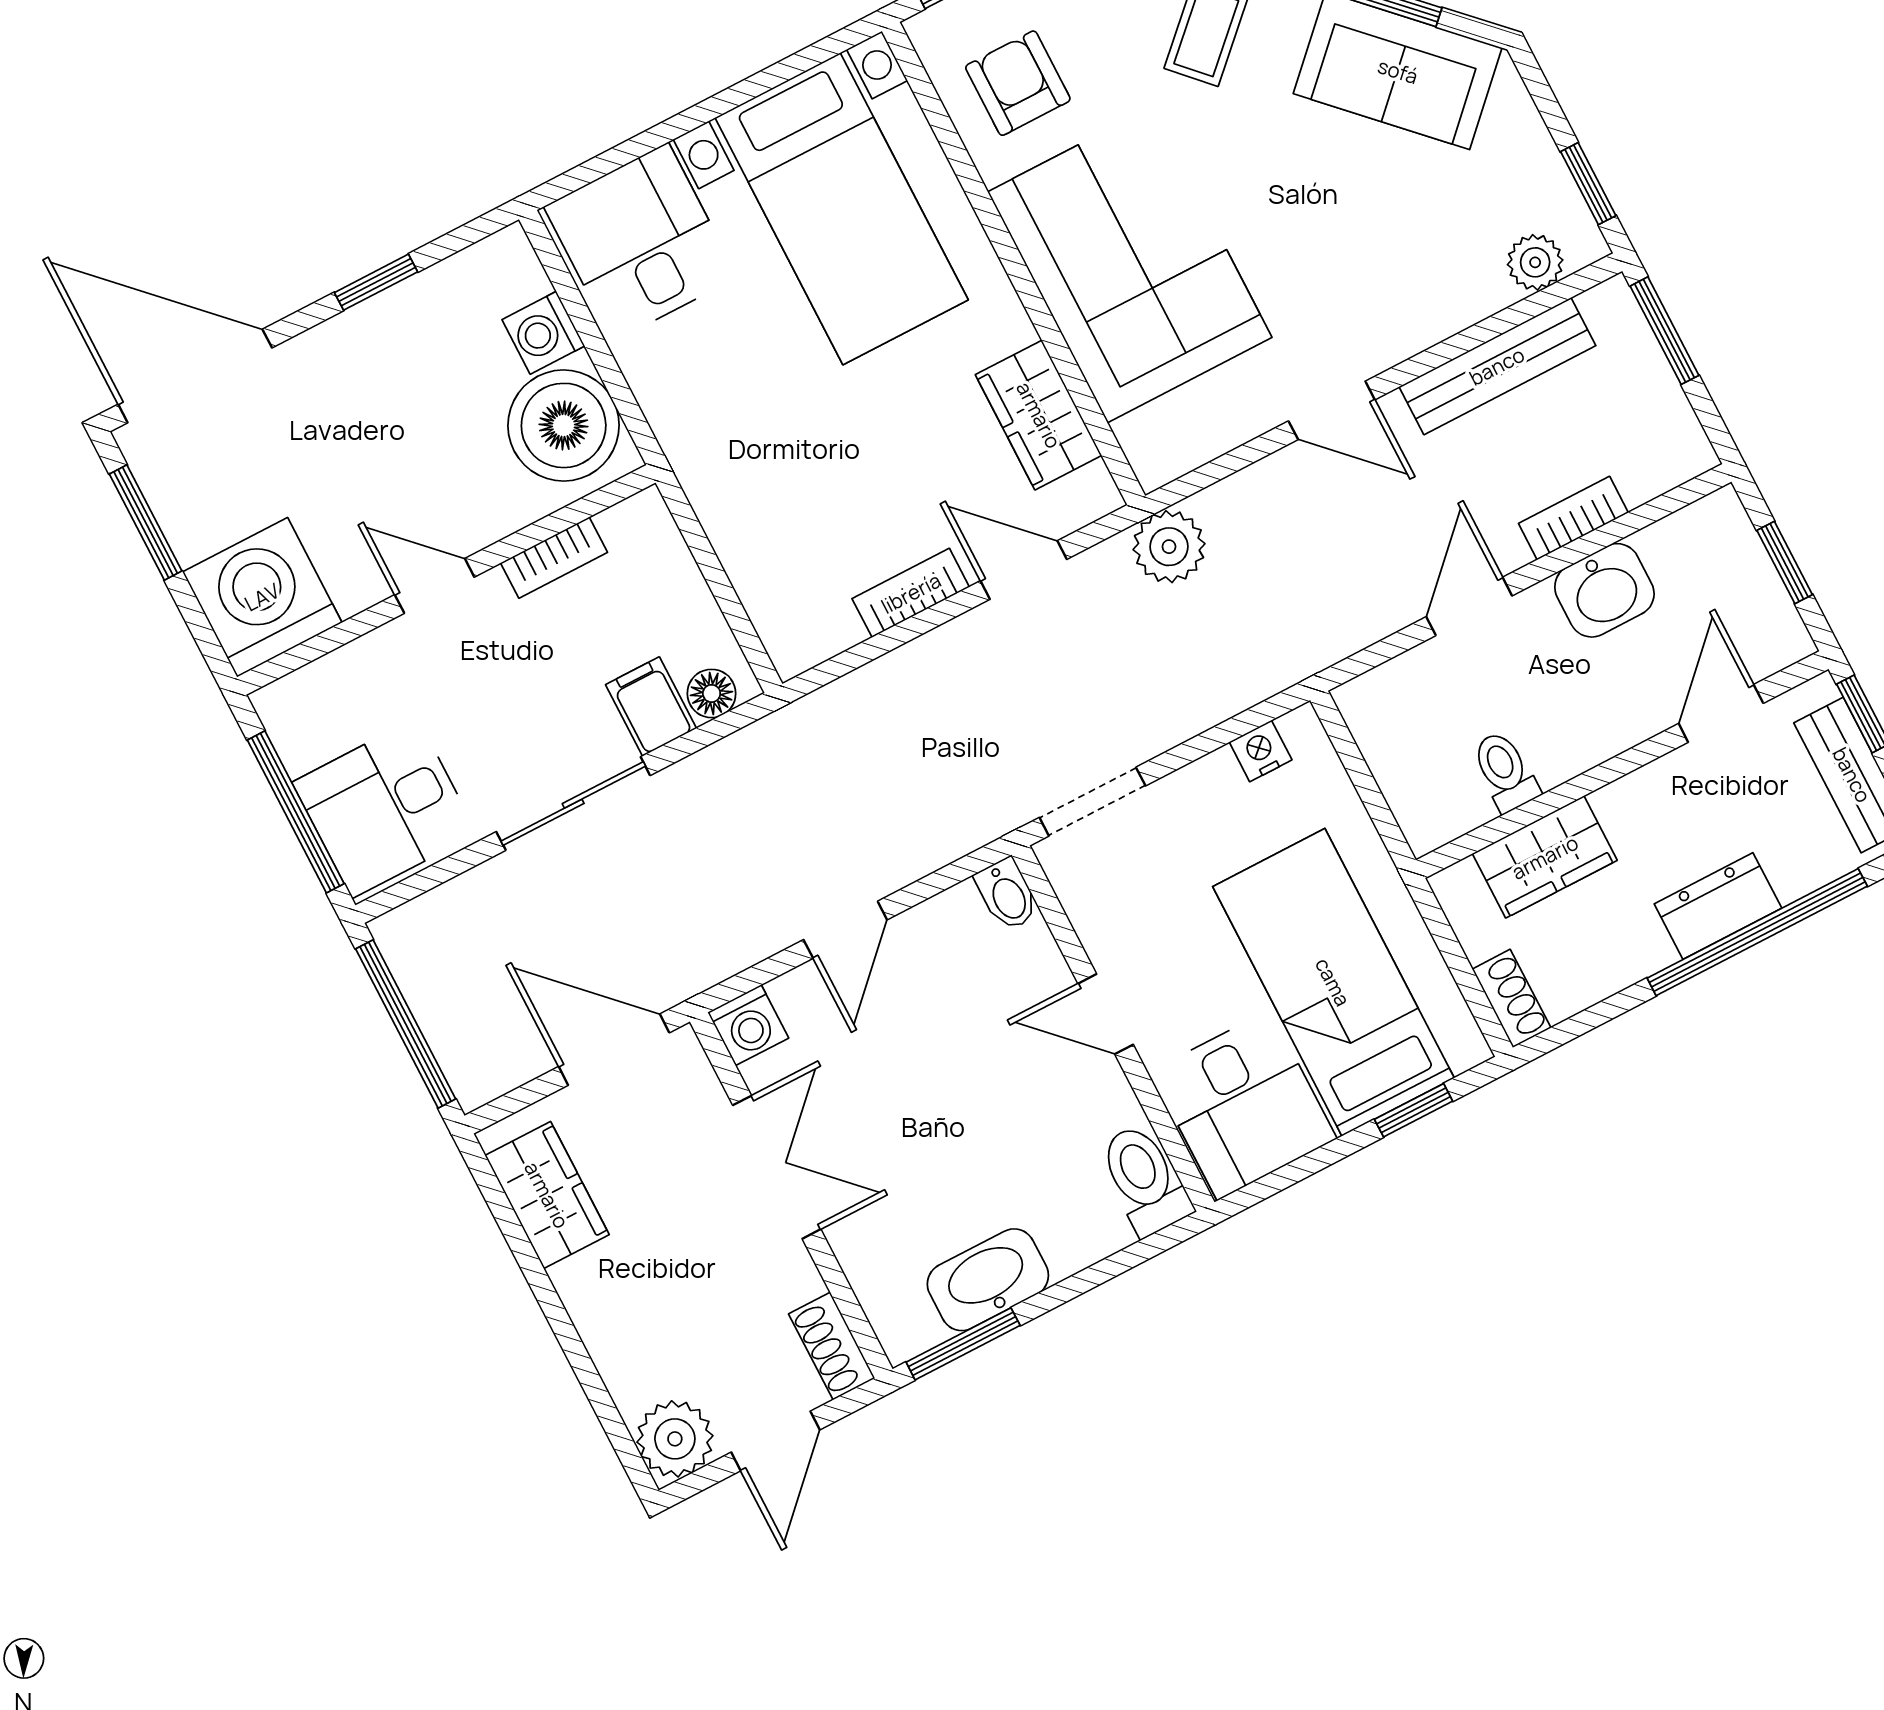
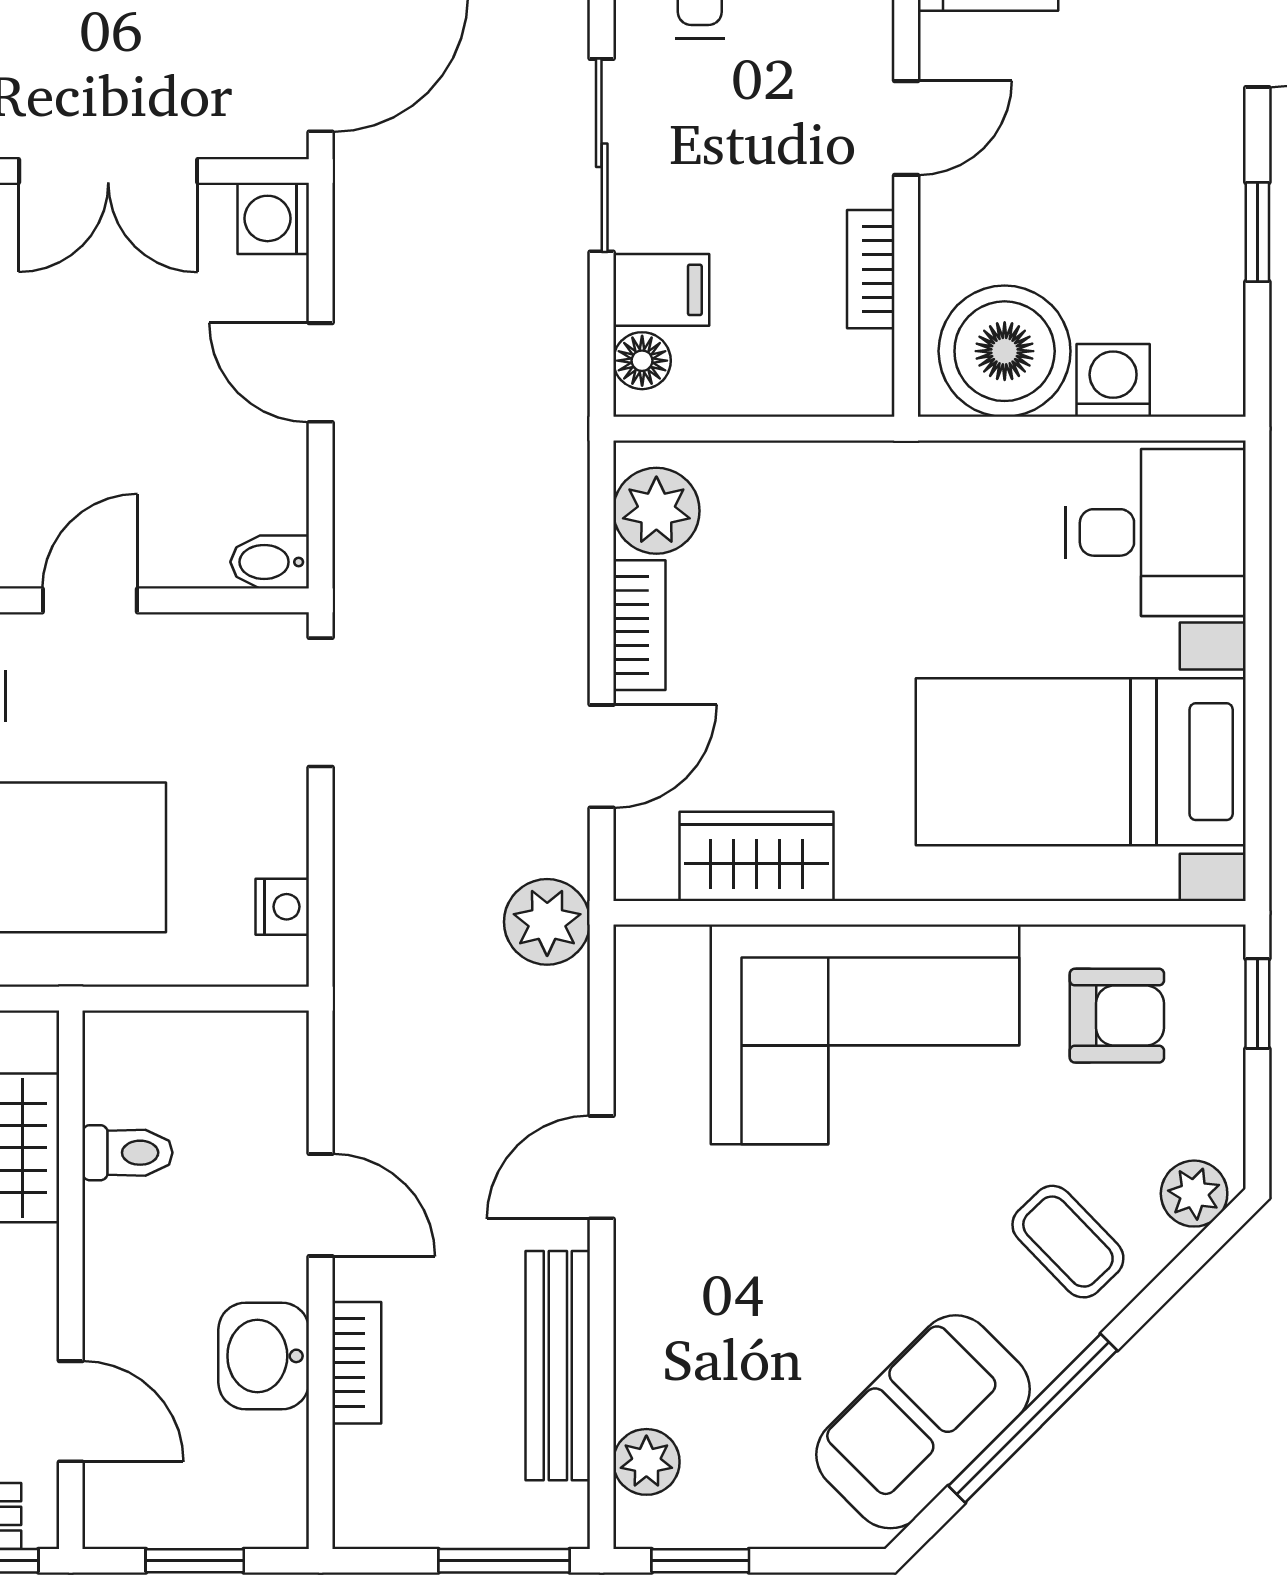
plant: (818, 624) -> (656, 511), added

